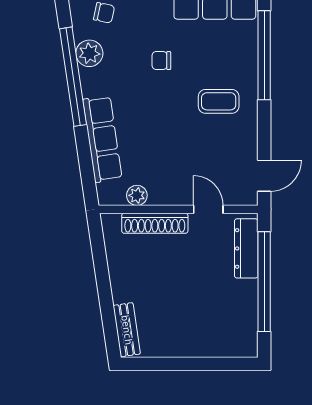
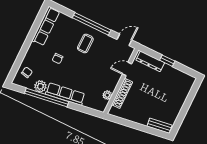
window: (264, 55) -> (92, 24), moved
row of seats: (102, 139) -> (65, 94), moved
door: (264, 176) -> (124, 40), hinge flipped
window: (264, 282) -> (167, 61), width x0.32

